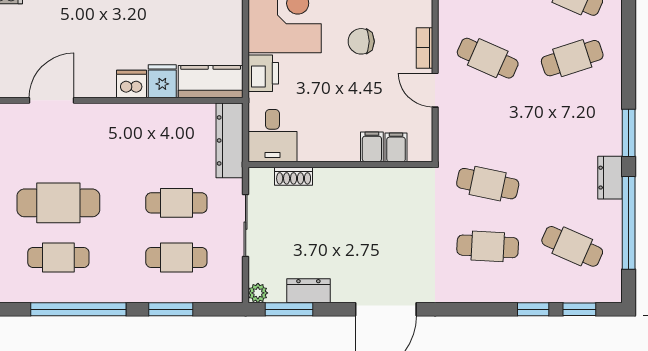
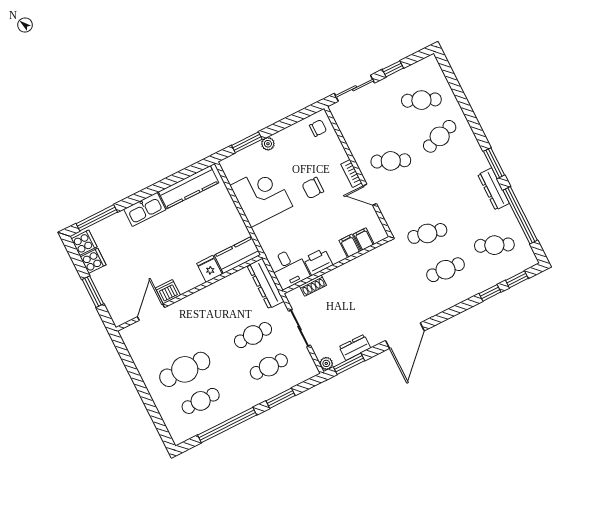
printer: (263, 73) -> (318, 262), moved, turned -90
dishwasher: (131, 84) -> (168, 292), moved
dresser: (610, 178) -> (494, 189), width x1.44

